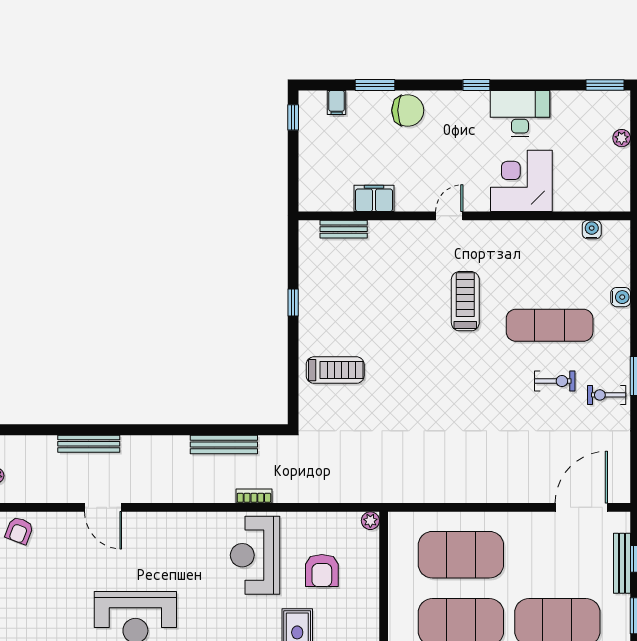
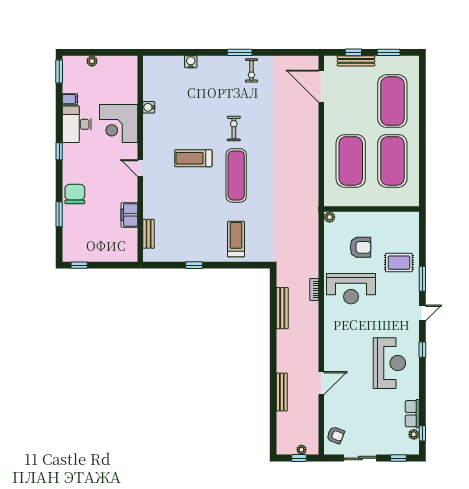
filing cabinet: (337, 103) -> (70, 99), moved
water cooler: (592, 230) -> (149, 107), moved
exercise mat: (550, 325) -> (236, 175), moved
exercise bike: (555, 381) -> (234, 128), moved

